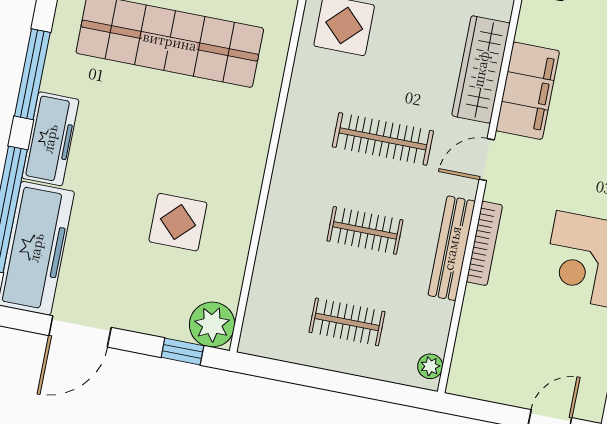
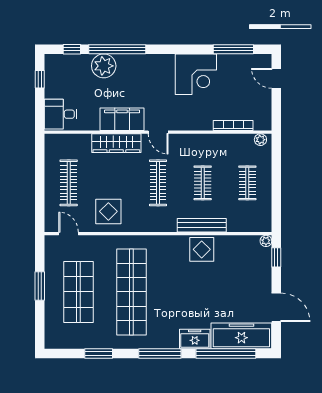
freezer: (50, 139) -> (195, 339), width x0.71
display table: (178, 222) -> (202, 249), moved
bookcase: (484, 243) -> (233, 126), moved
bench: (452, 248) -> (202, 225), moved
plant: (212, 325) -> (266, 241), width x0.53, depth x0.53

